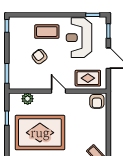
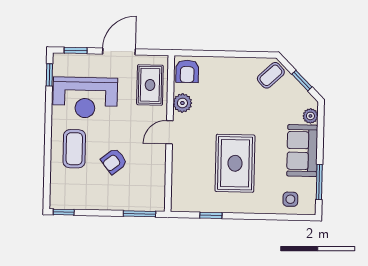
plant: (28, 99) -> (182, 103), moved
armchair: (97, 101) -> (187, 71), turned 90
rug: (40, 133) -> (235, 163), width x0.73, depth x0.69

